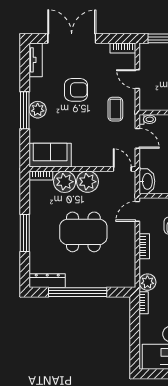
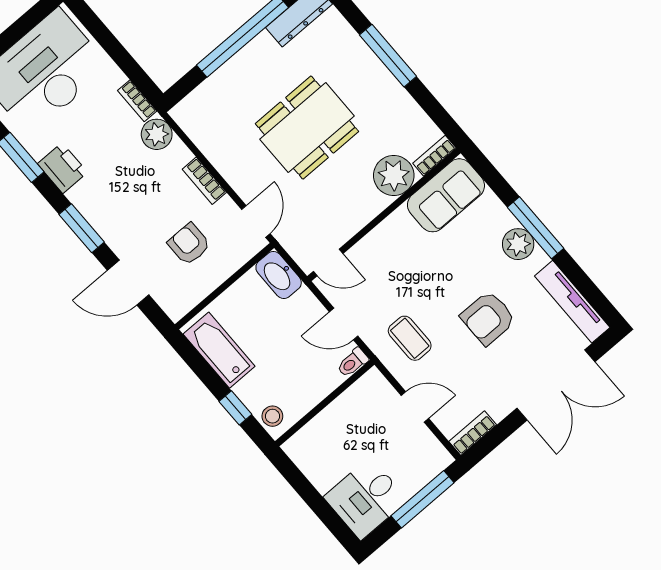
tv unit: (36, 60) -> (572, 302), width x1.41
plant: (88, 182) -> (362, 203), removed

